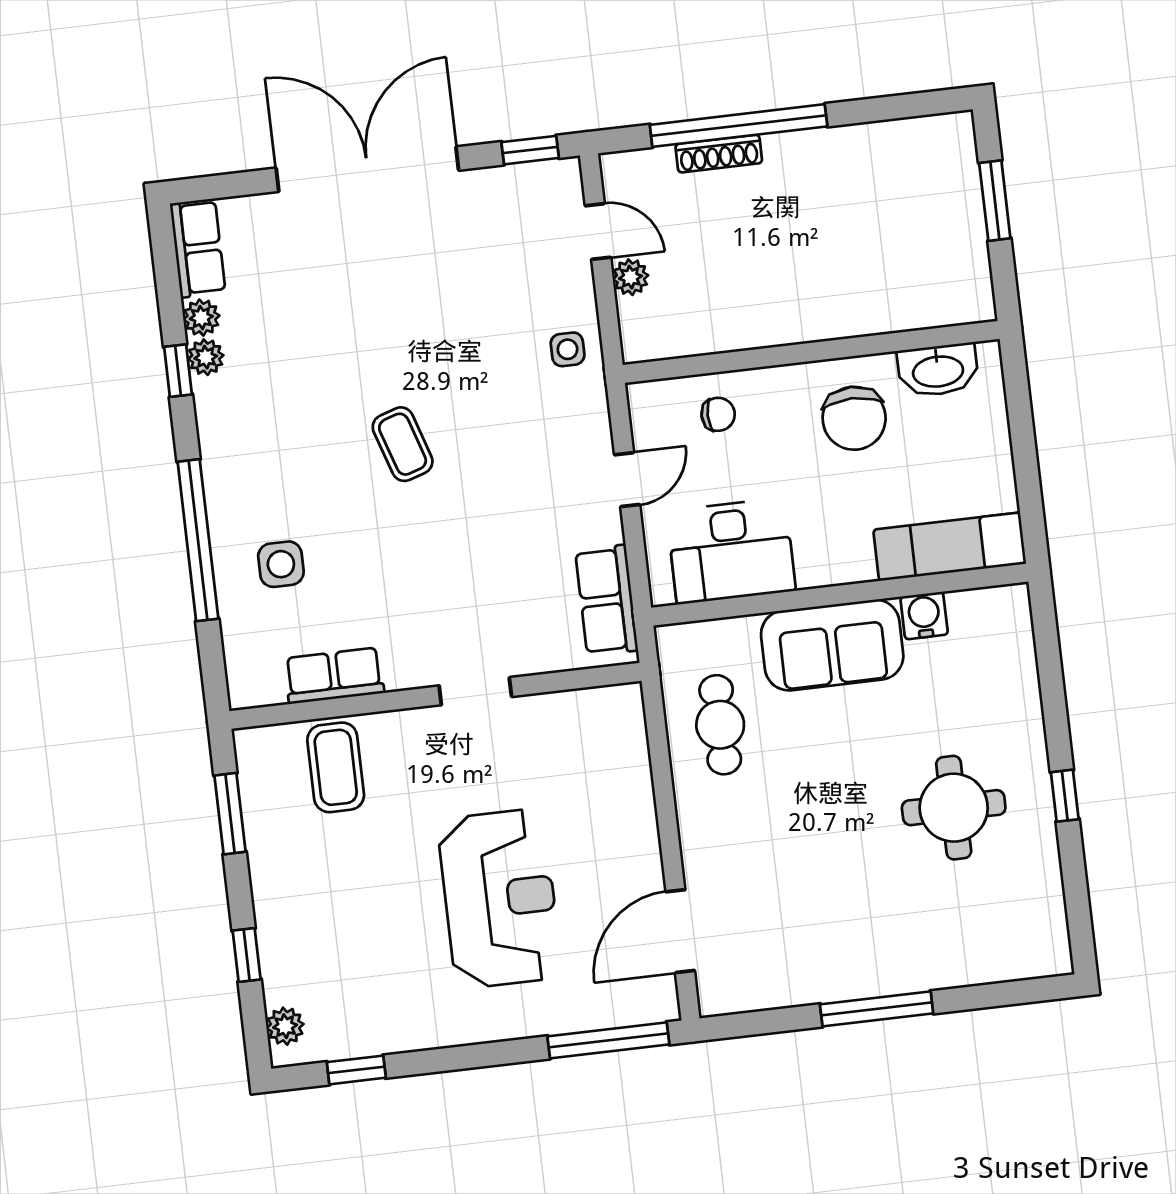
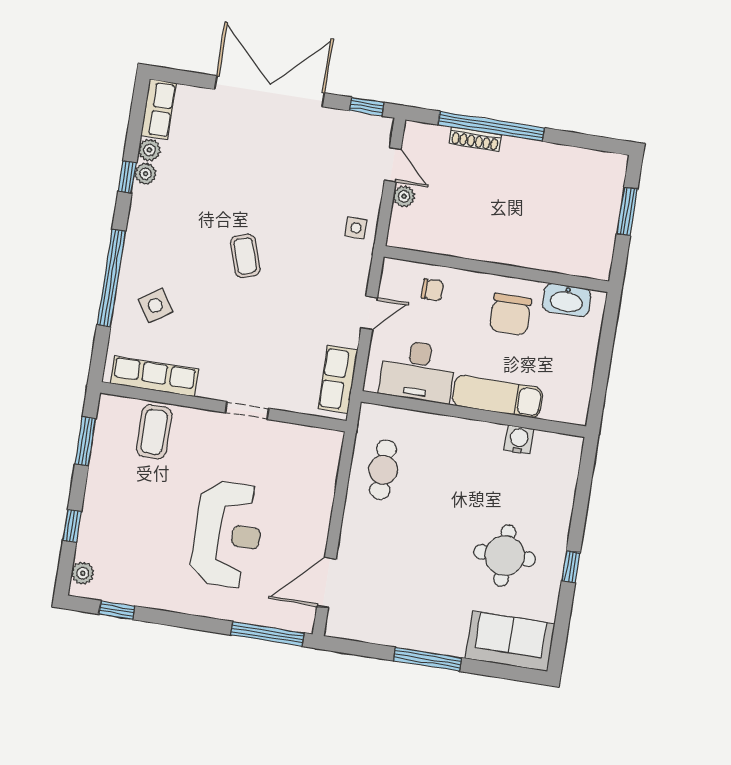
exam couch: (950, 547) -> (497, 397), moved
side table: (281, 564) -> (155, 305), turned -34
sofa: (832, 645) -> (510, 641), moved, turned 180
row of seats: (334, 676) -> (154, 376), width x1.48

